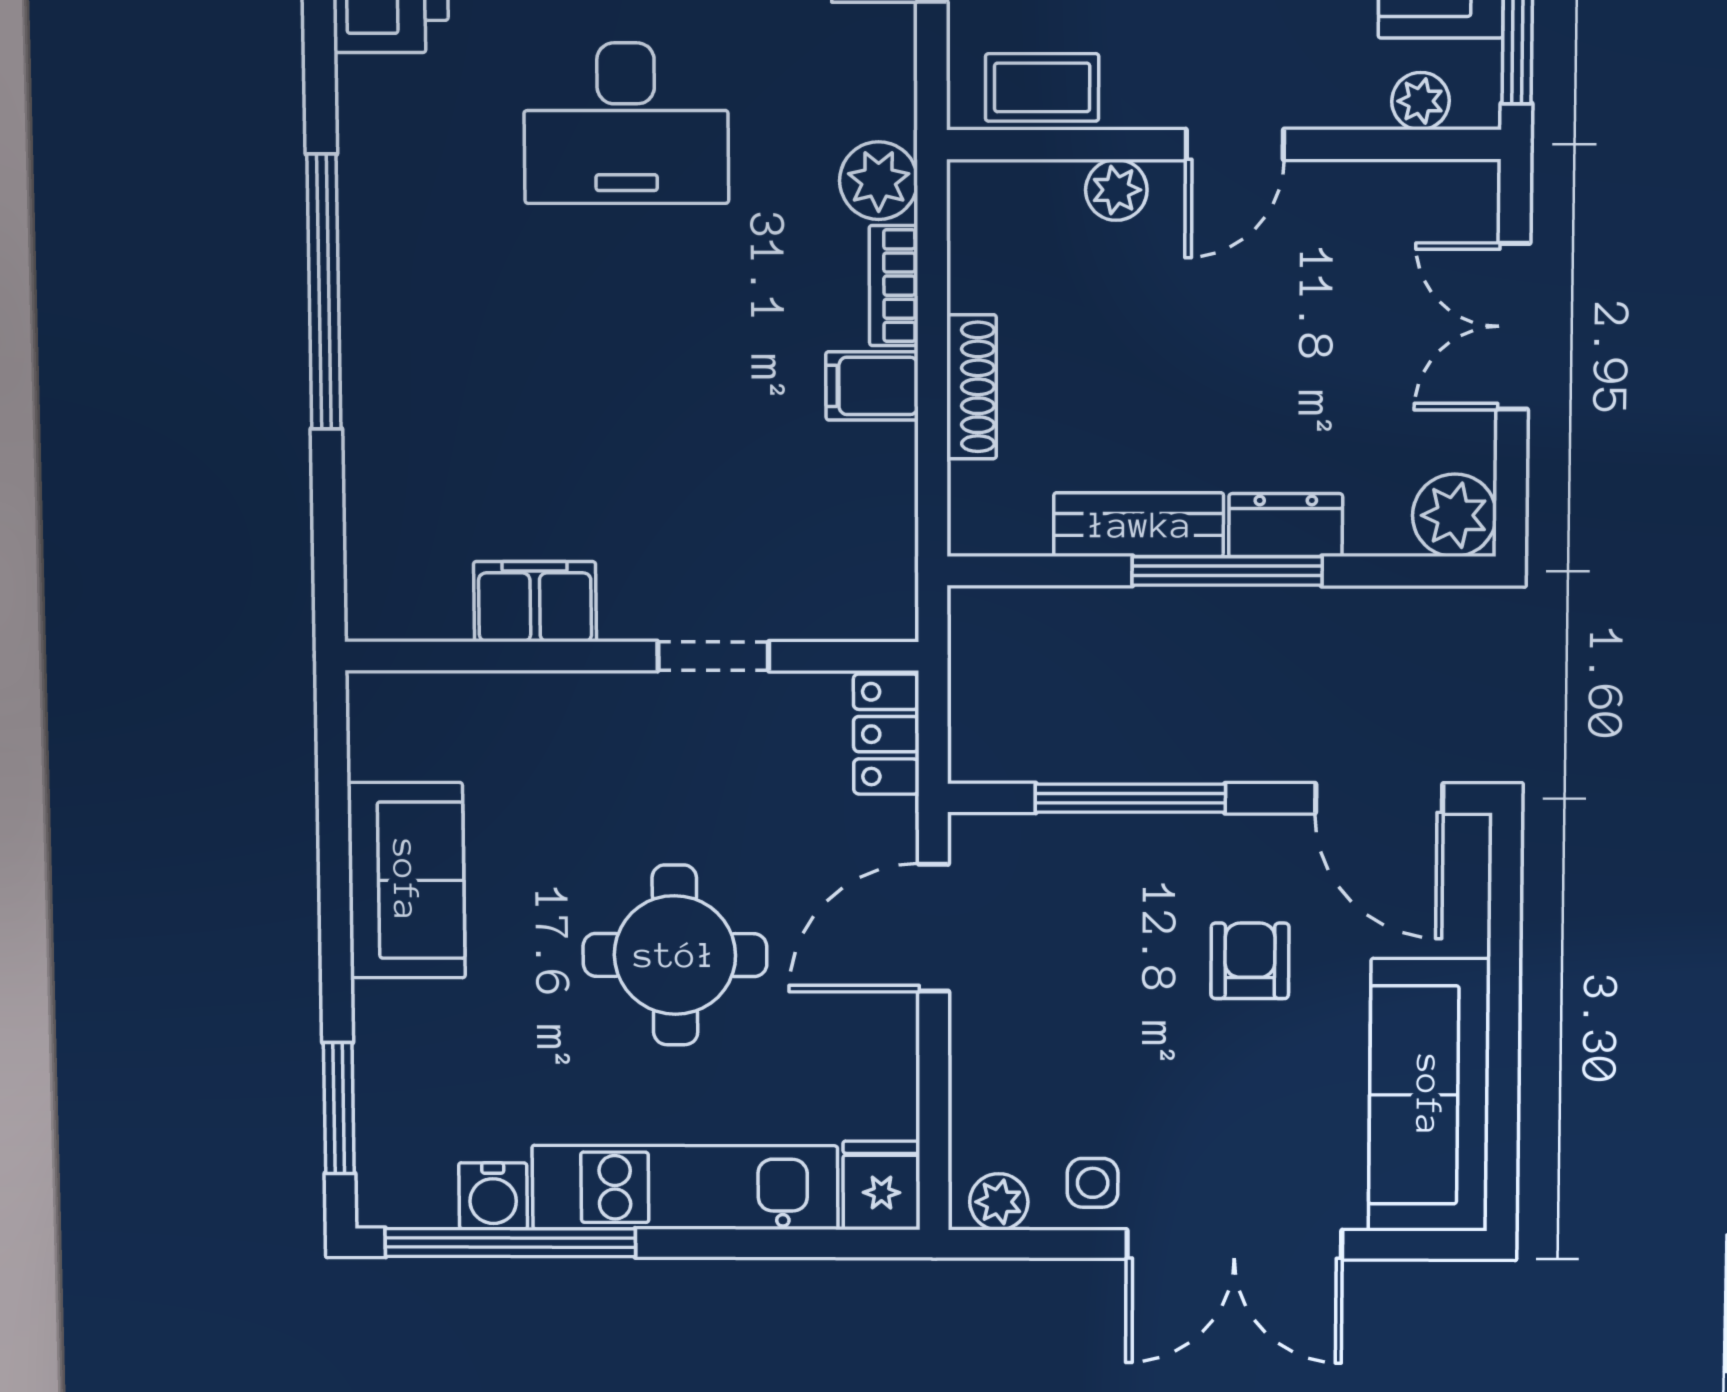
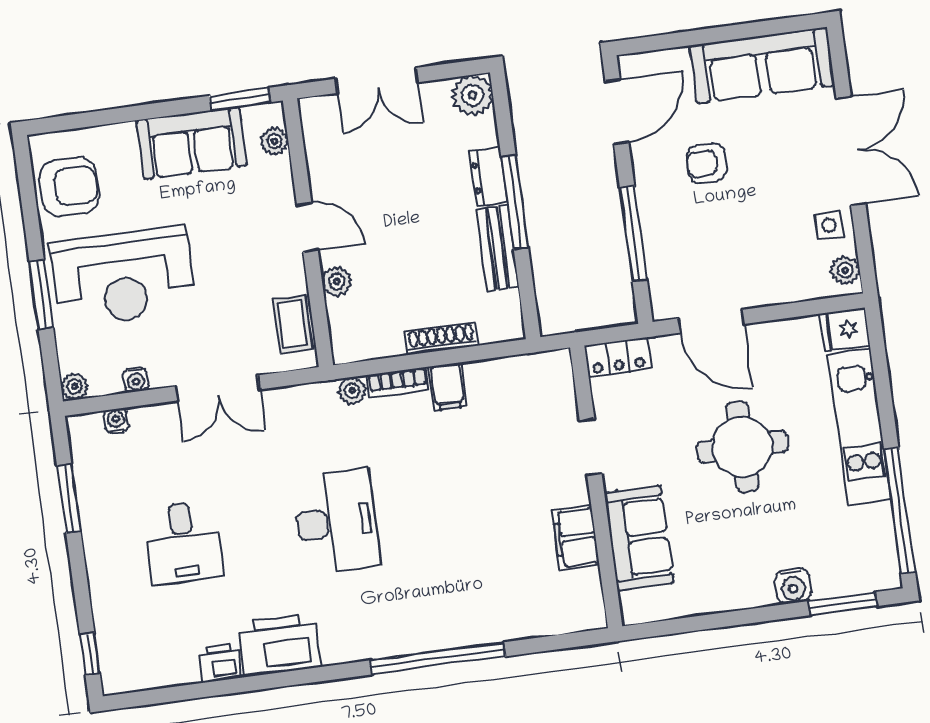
plant: (879, 181) -> (352, 391), width x0.73, depth x0.73
sofa: (406, 880) -> (639, 538), moved, turned 90
water cooler: (493, 1196) -> (793, 586), moved, turned 90

